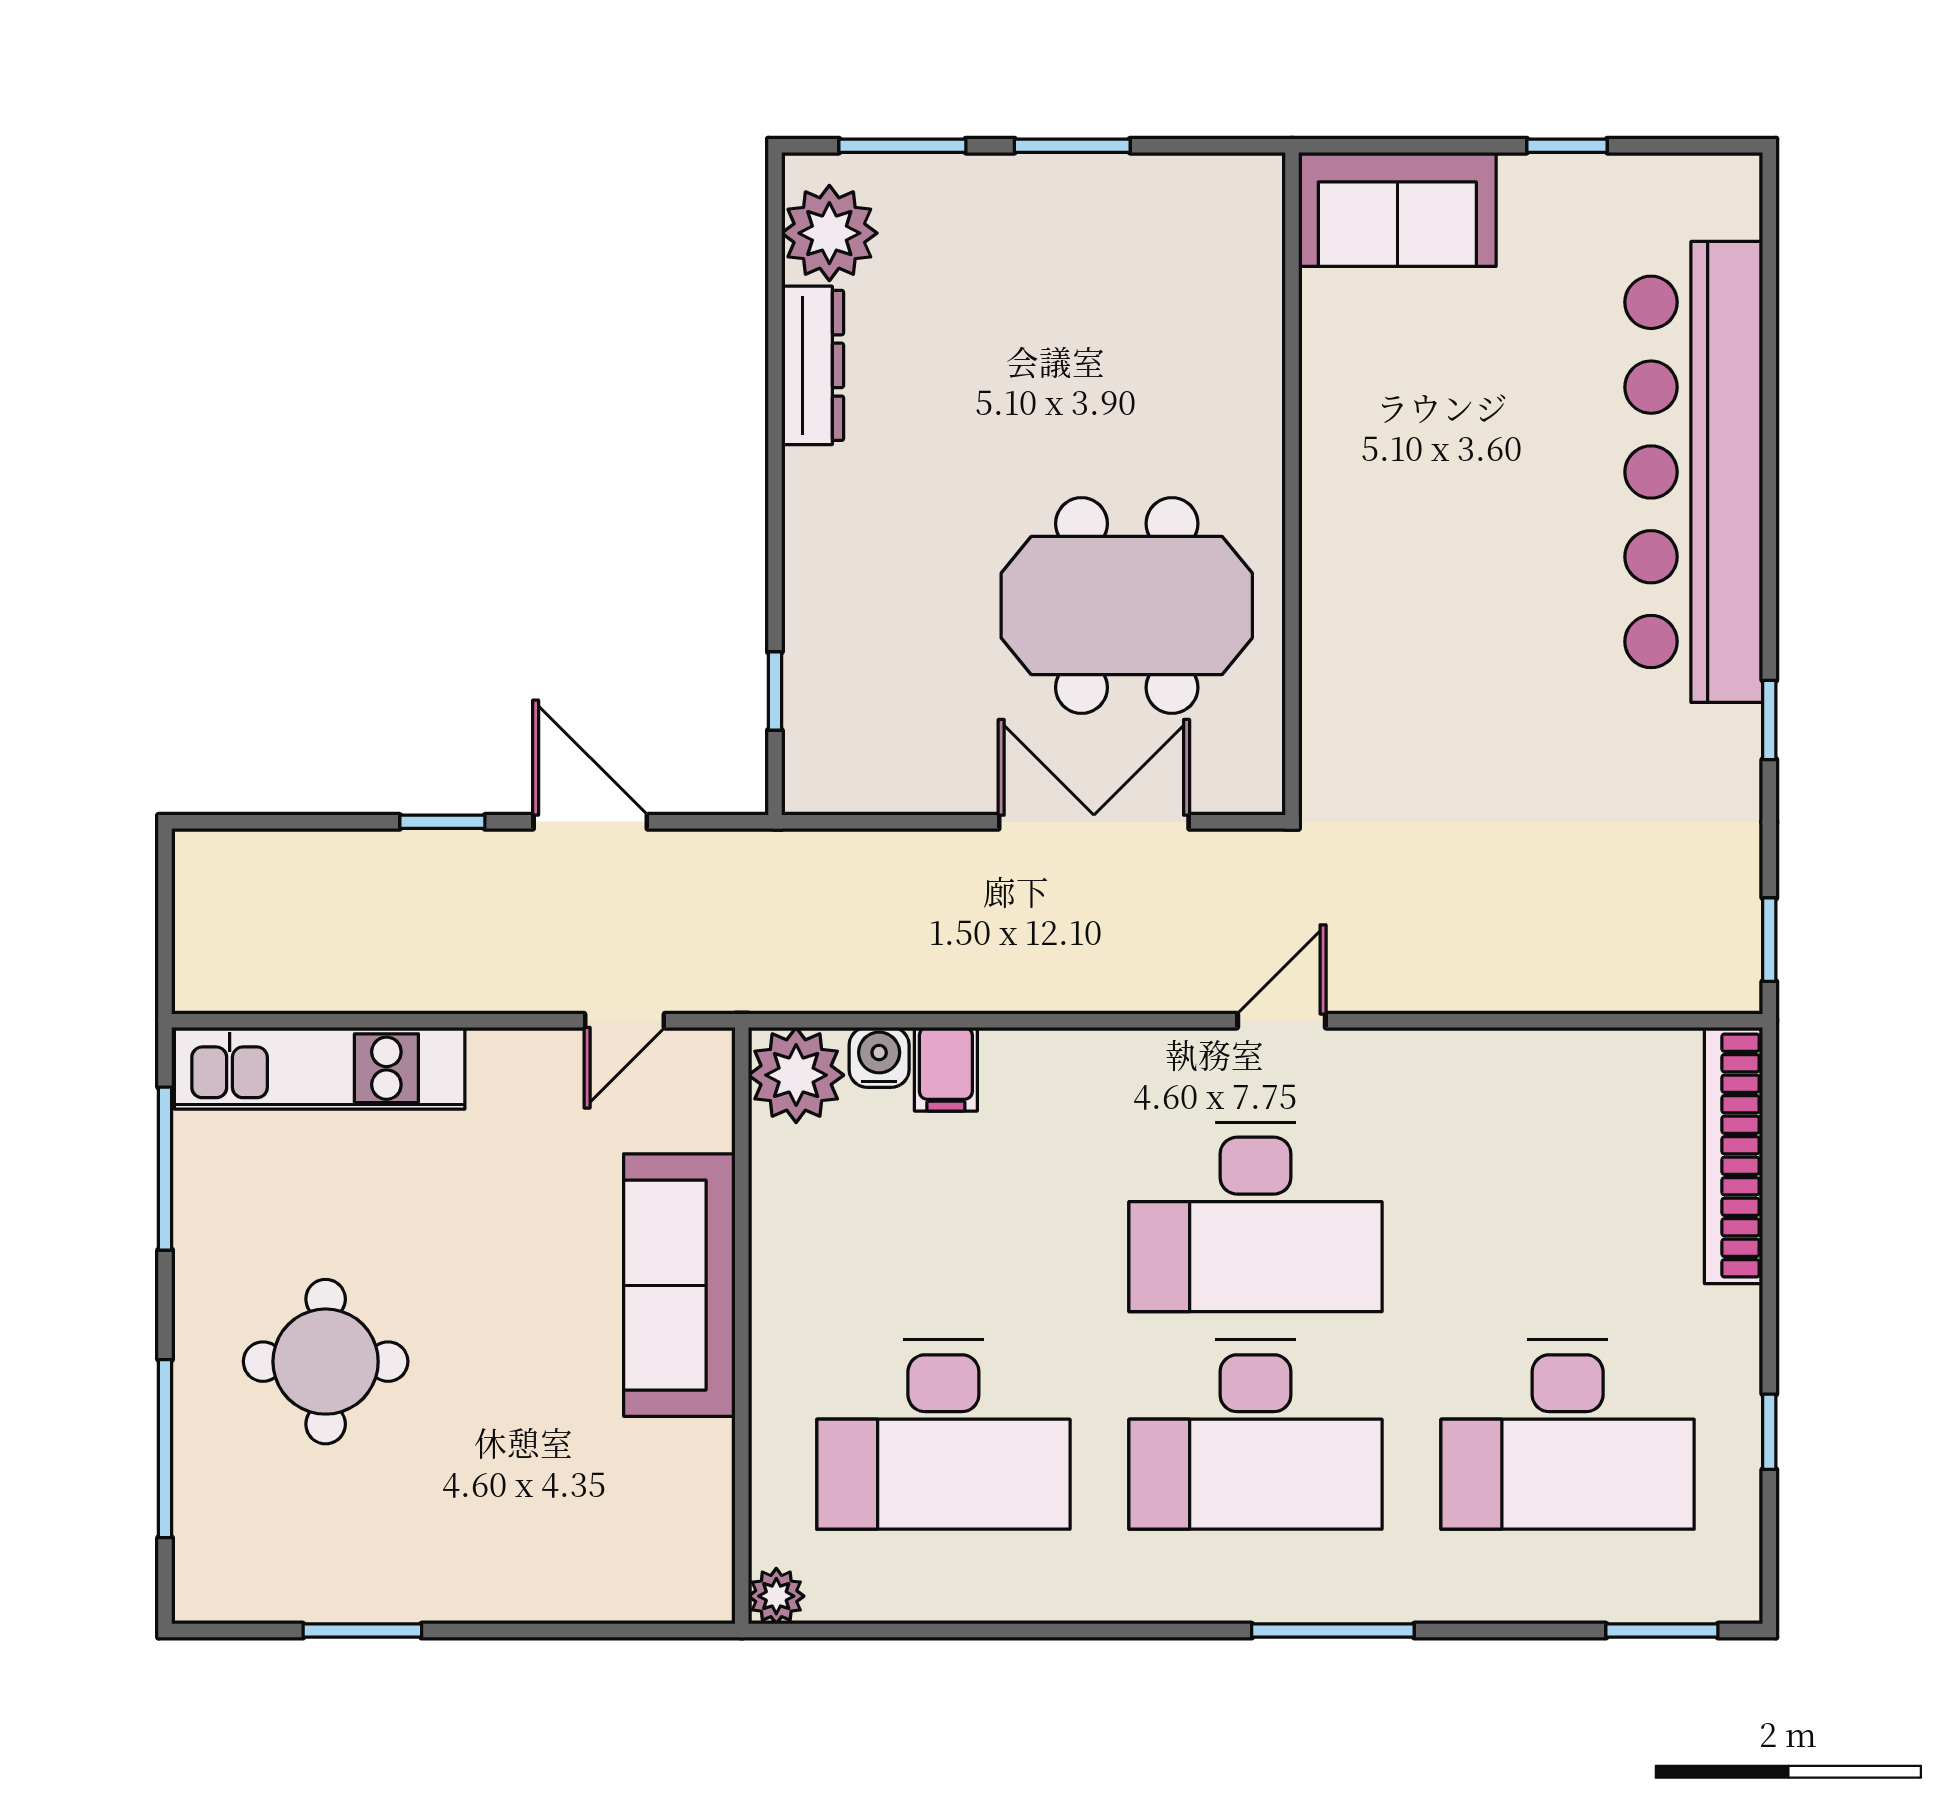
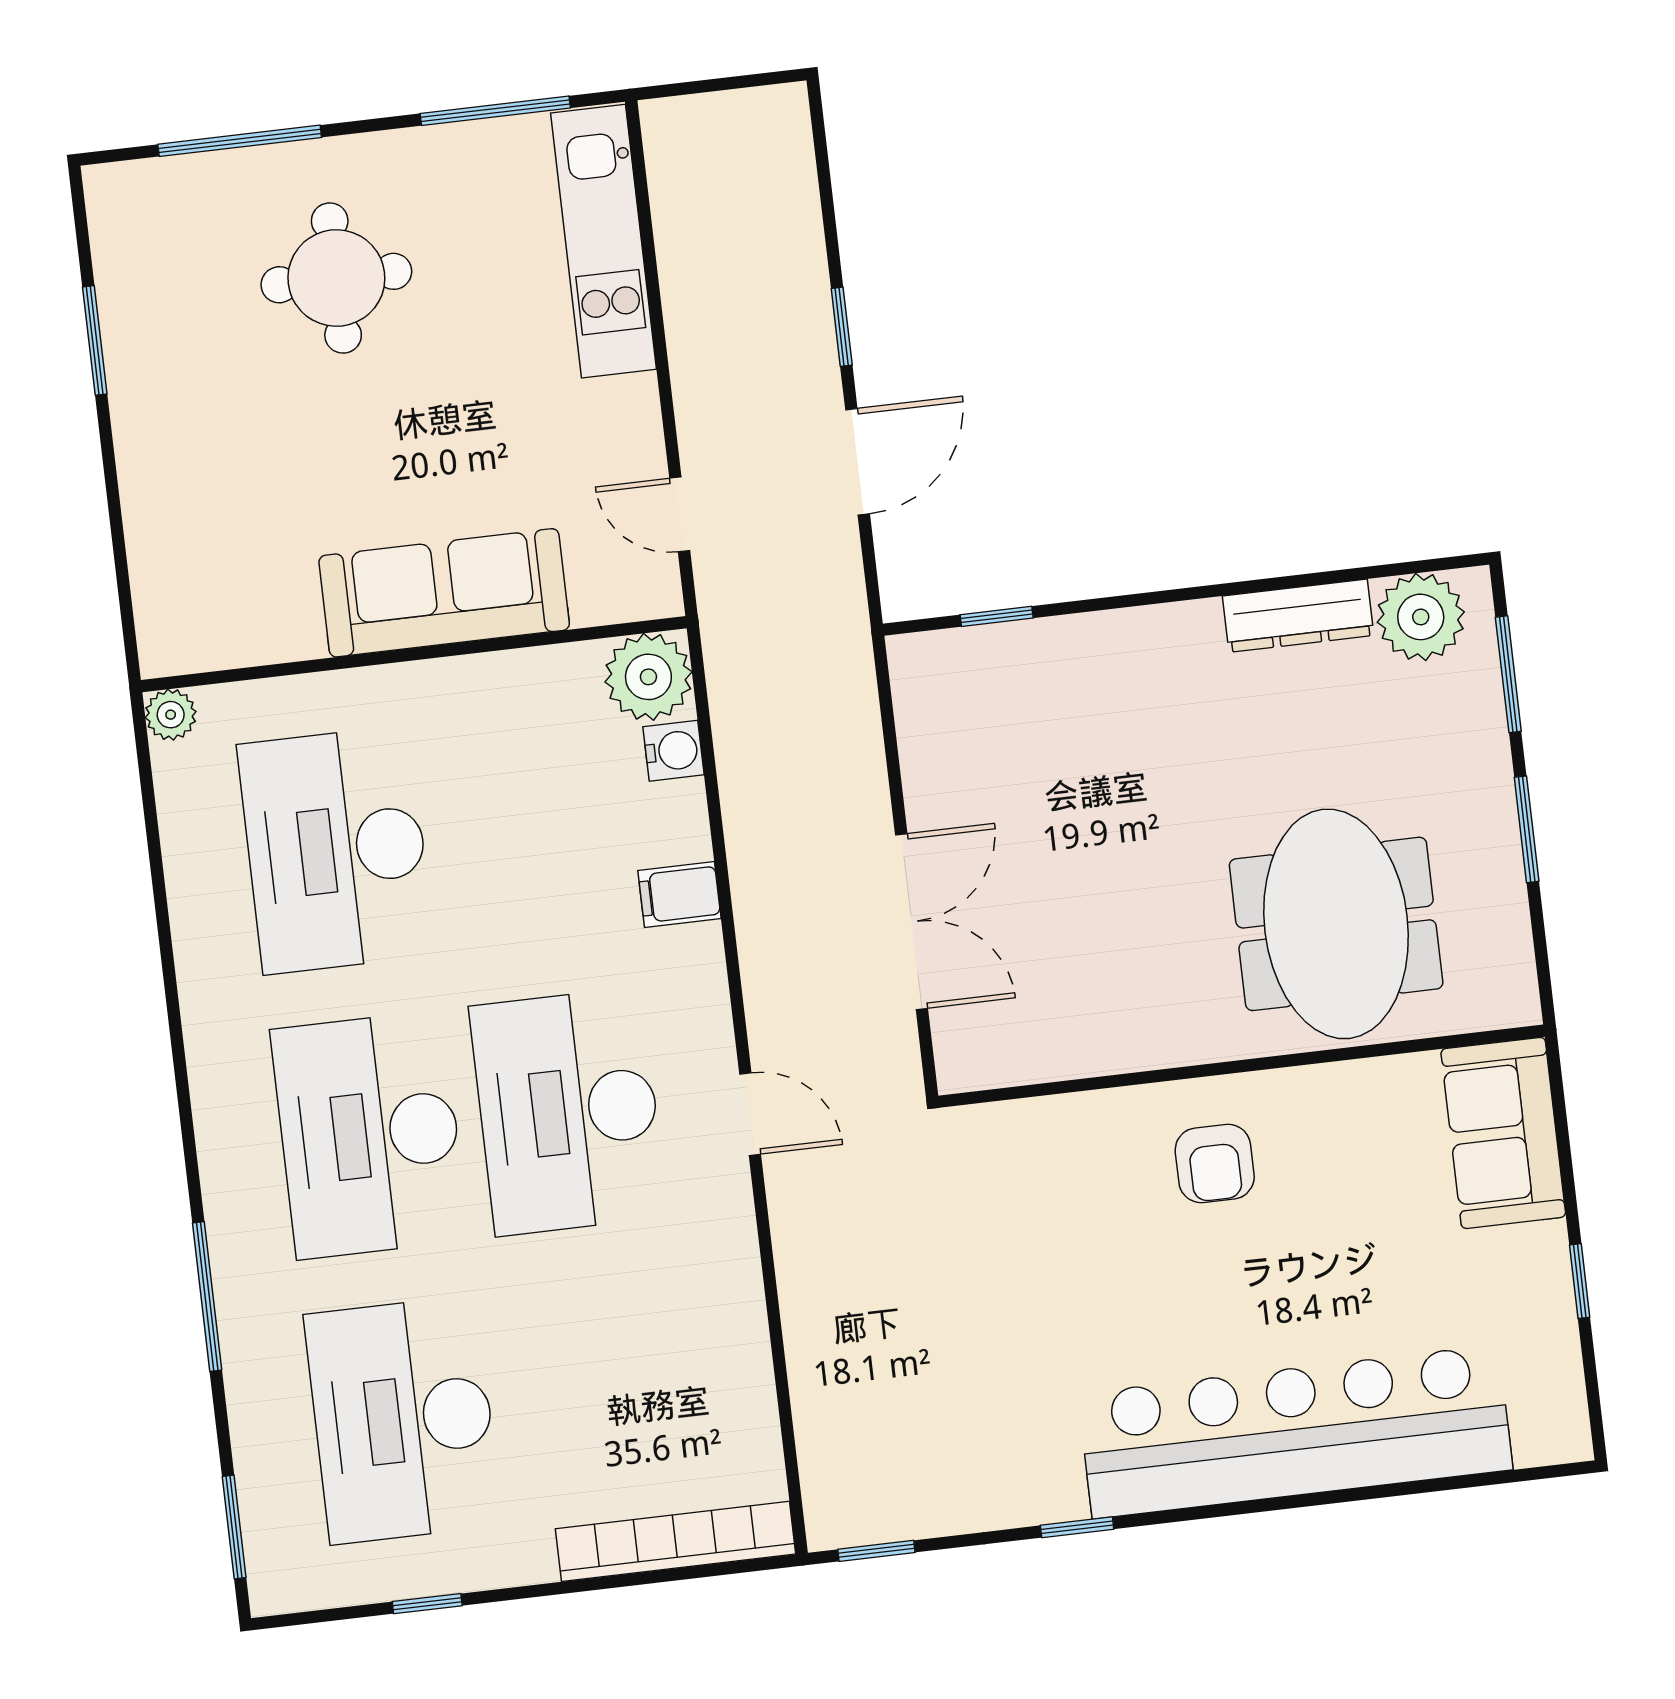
armchair: (1394, 525) -> (1215, 1164), added
meeting table: (1127, 606) -> (1336, 924), moved
filing cabinet: (946, 1069) -> (679, 895), moved
window: (1333, 1631) -> (207, 1297), moved

